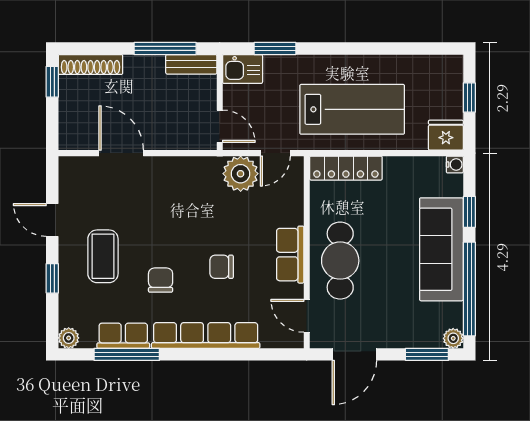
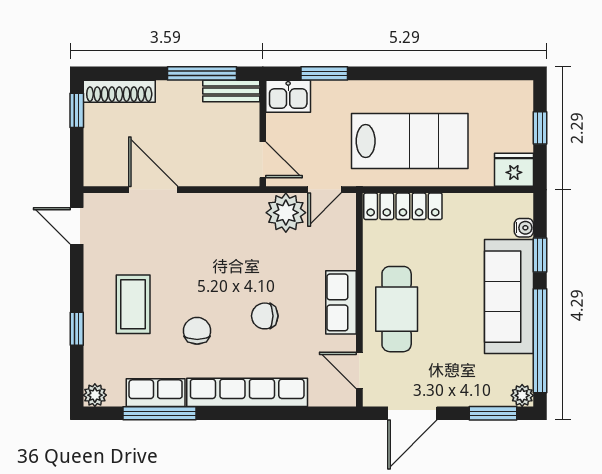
water cooler: (455, 164) -> (524, 228), moved
door: (52, 220) -> (77, 226), moved

